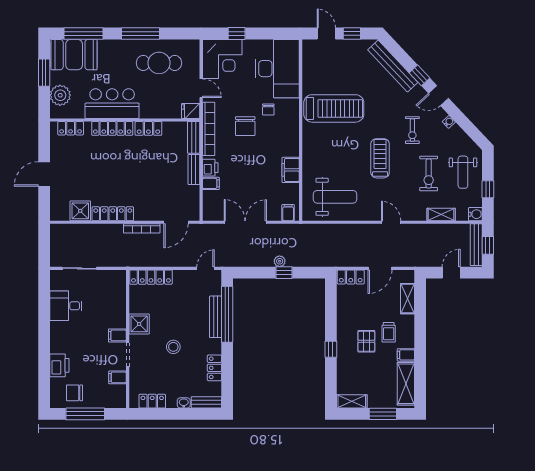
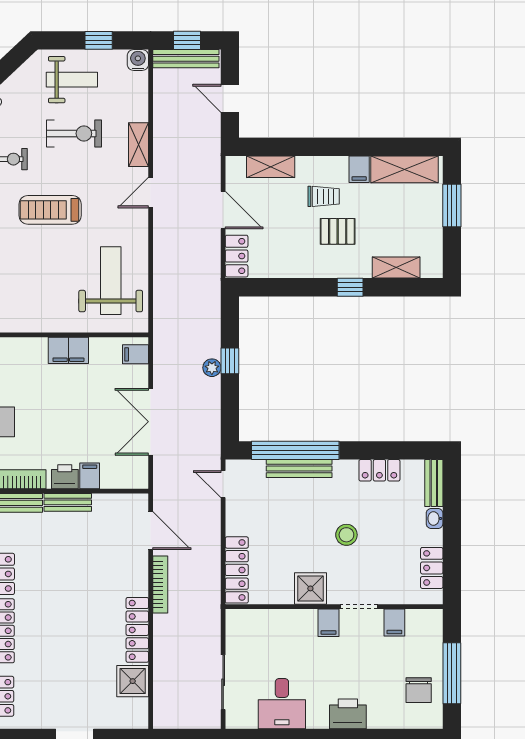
shelving: (441, 215) -> (138, 145), moved
printer: (59, 365) -> (348, 714), moved
shelving: (352, 401) -> (396, 268), moved, turned 90

